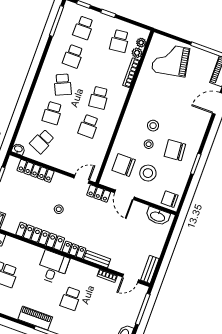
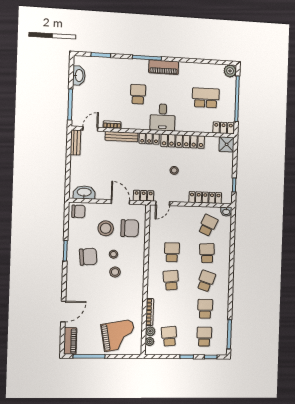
school desk: (63, 85) -> (206, 281), turned 42
bench: (97, 259) -> (122, 137), width x1.36

